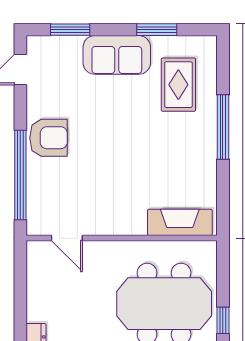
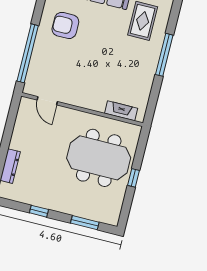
armchair: (49, 138) -> (65, 25), moved, turned 180
fireplace: (180, 222) -> (121, 111), width x0.73, depth x0.76

